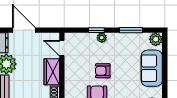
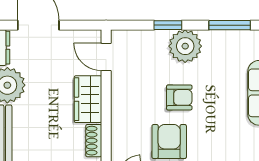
plant: (102, 38) -> (185, 46), width x1.88, depth x1.88
armchair: (103, 71) -> (179, 97), turned 180

